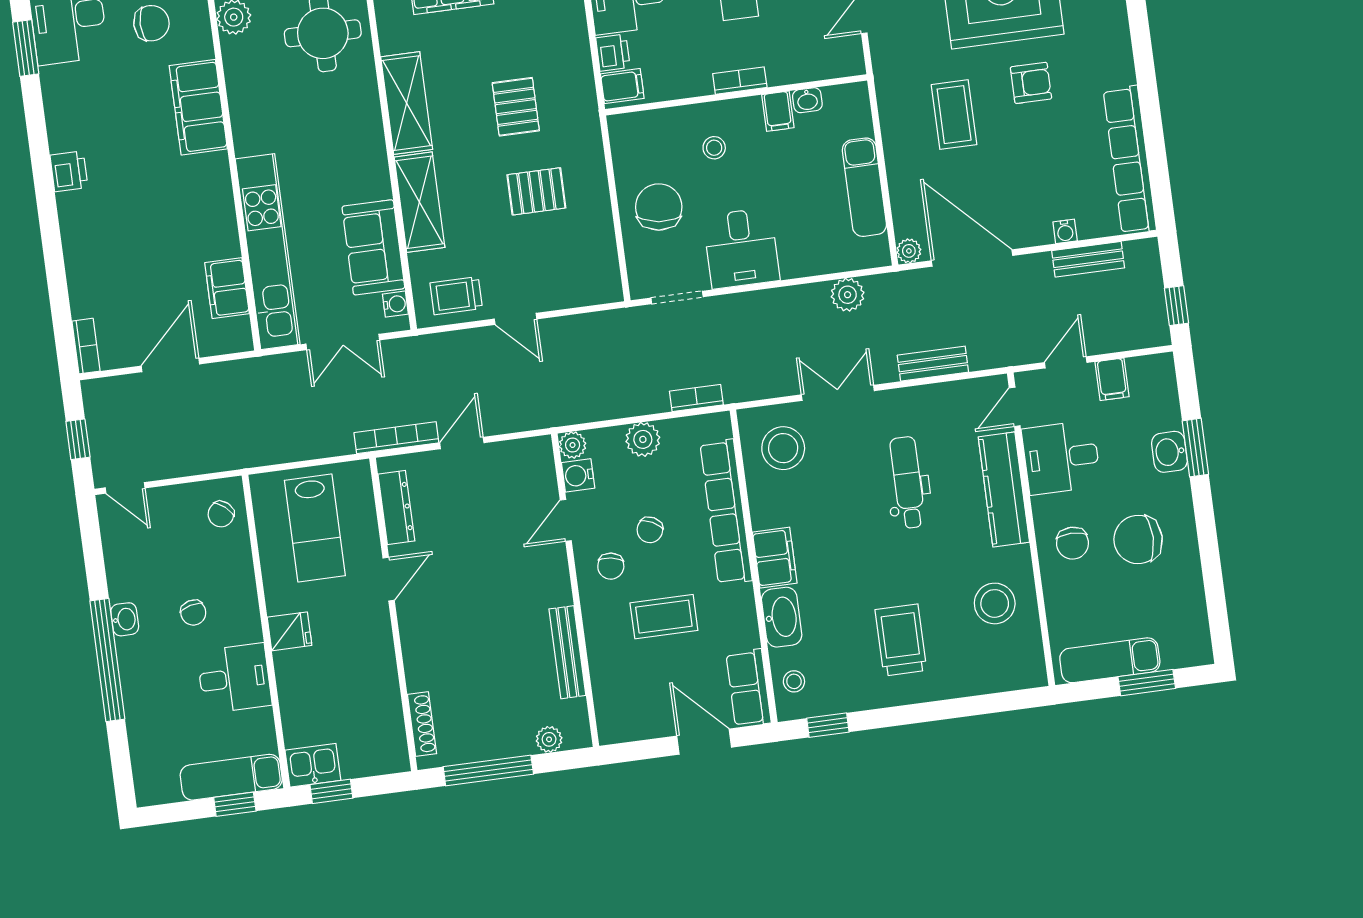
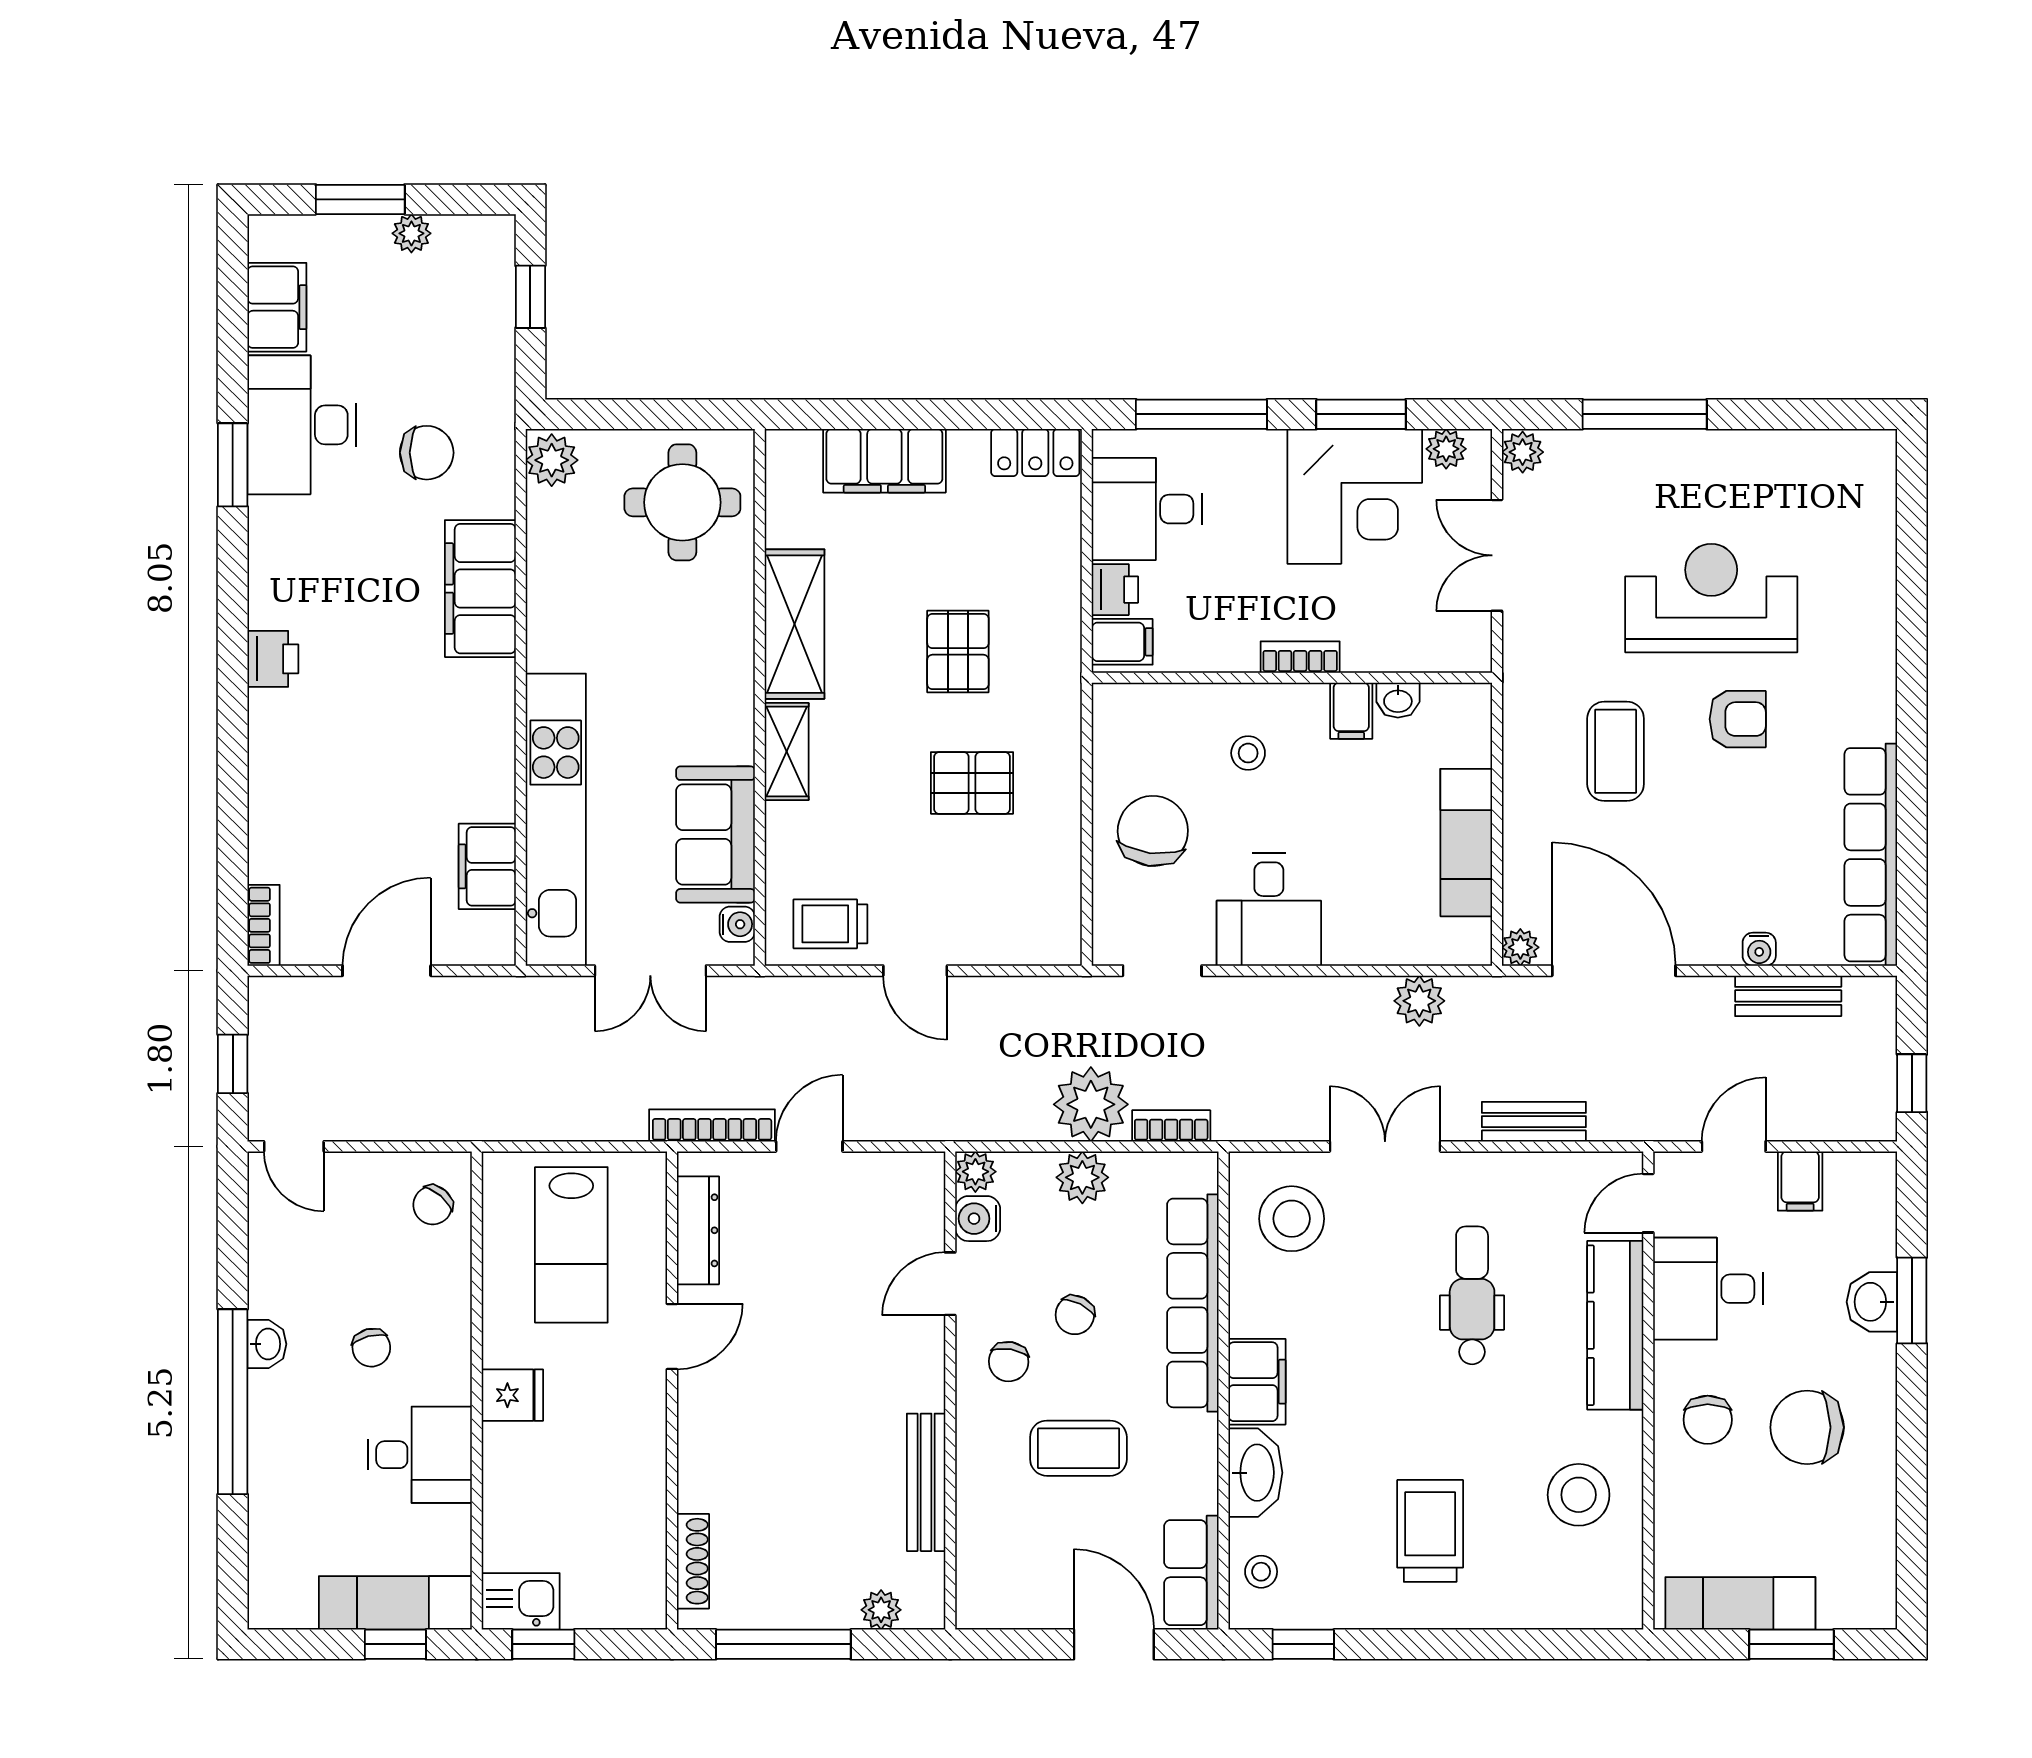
shelving: (419, 202) -> (787, 751), width x0.67, depth x0.75
plant: (642, 391) -> (1091, 1104), added

